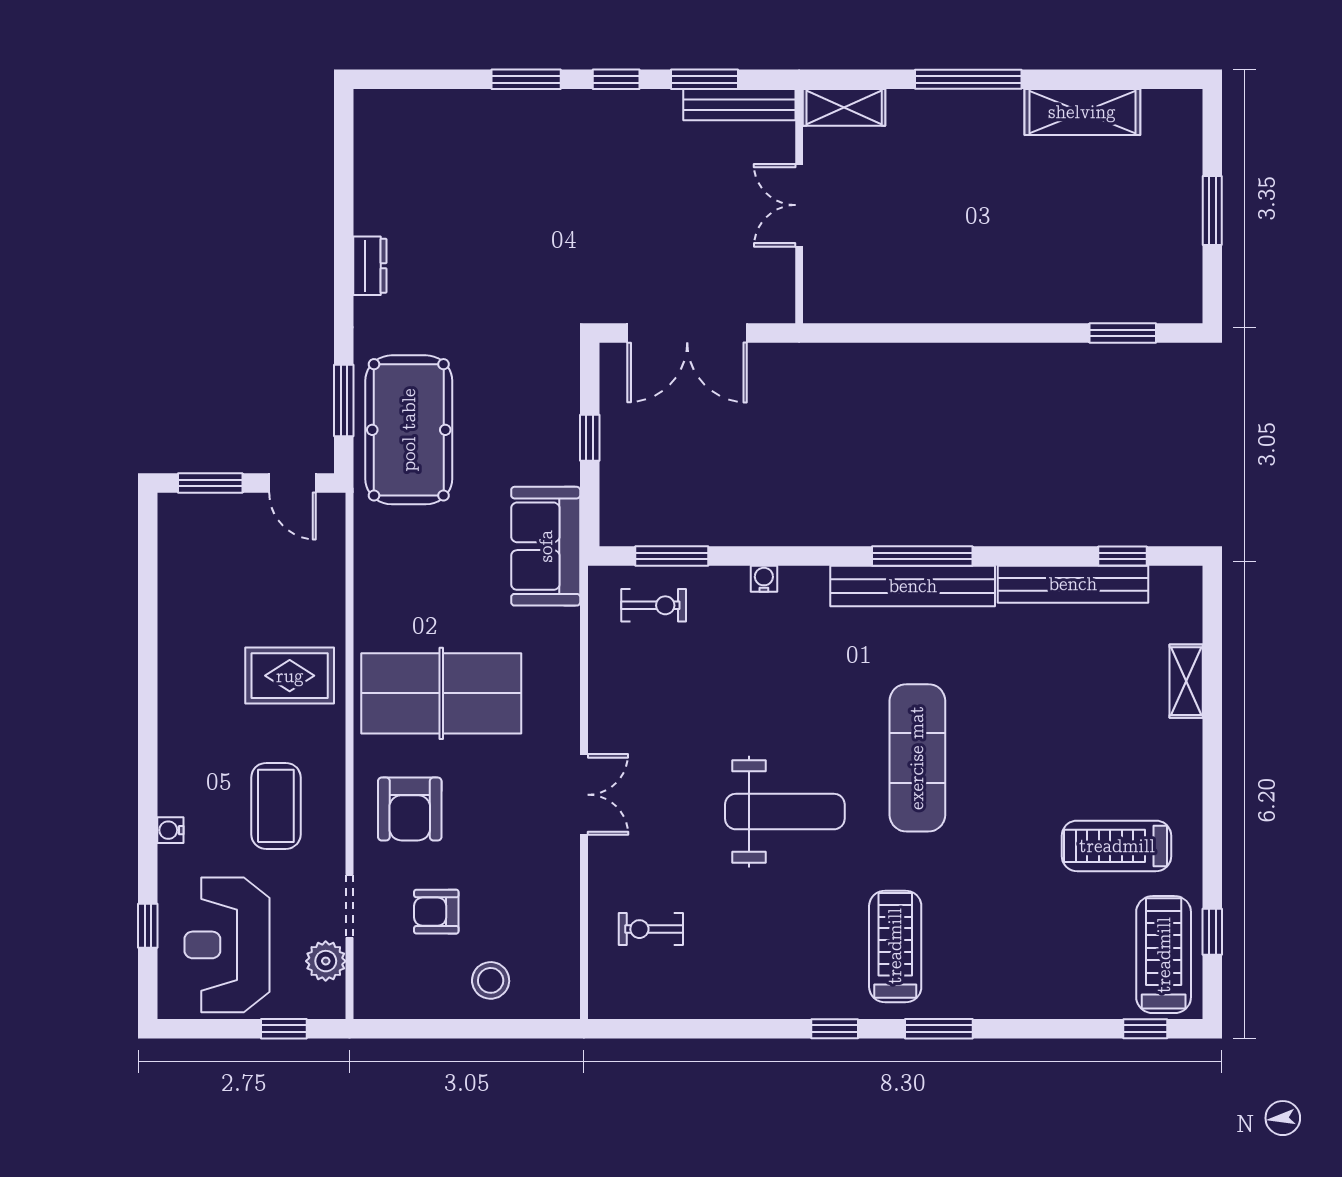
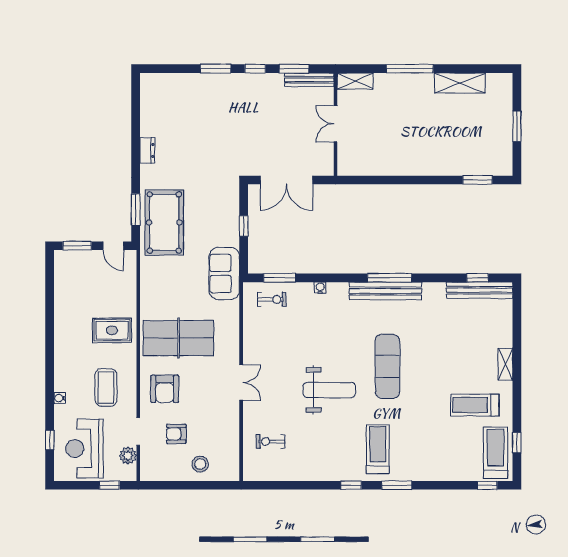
bench: (1073, 584) -> (480, 290), moved
shelving: (1186, 681) -> (505, 364), moved

